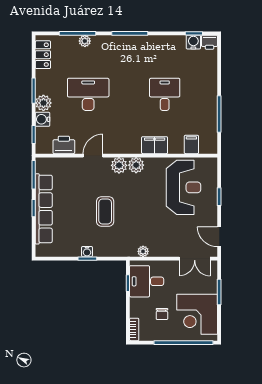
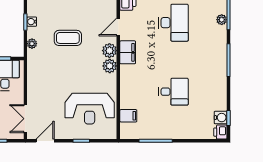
filing cabinet: (155, 145) -> (128, 52), moved
door: (93, 156) -> (118, 27), swing flipped
plant: (143, 251) -> (32, 44), moved

